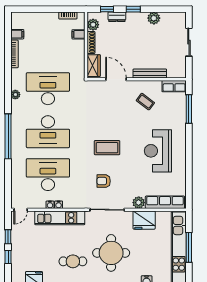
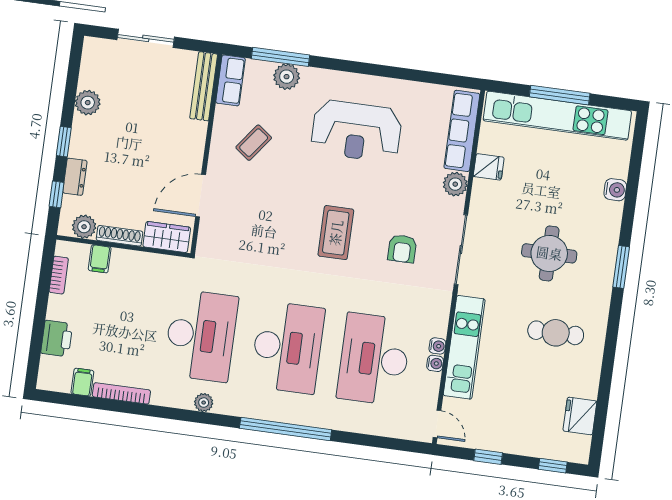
printer: (37, 19) -> (57, 339), added
bench: (150, 74) -> (204, 86), moved
desk: (48, 89) -> (201, 335), turned 180
plant: (180, 113) -> (287, 77), added
fridge: (144, 220) -> (489, 167), width x0.53, depth x0.75
round table: (111, 253) -> (549, 253), width x0.73, depth x0.73
window: (8, 257) -> (553, 466), moved
cafe table: (73, 261) -> (556, 333), turned 90

